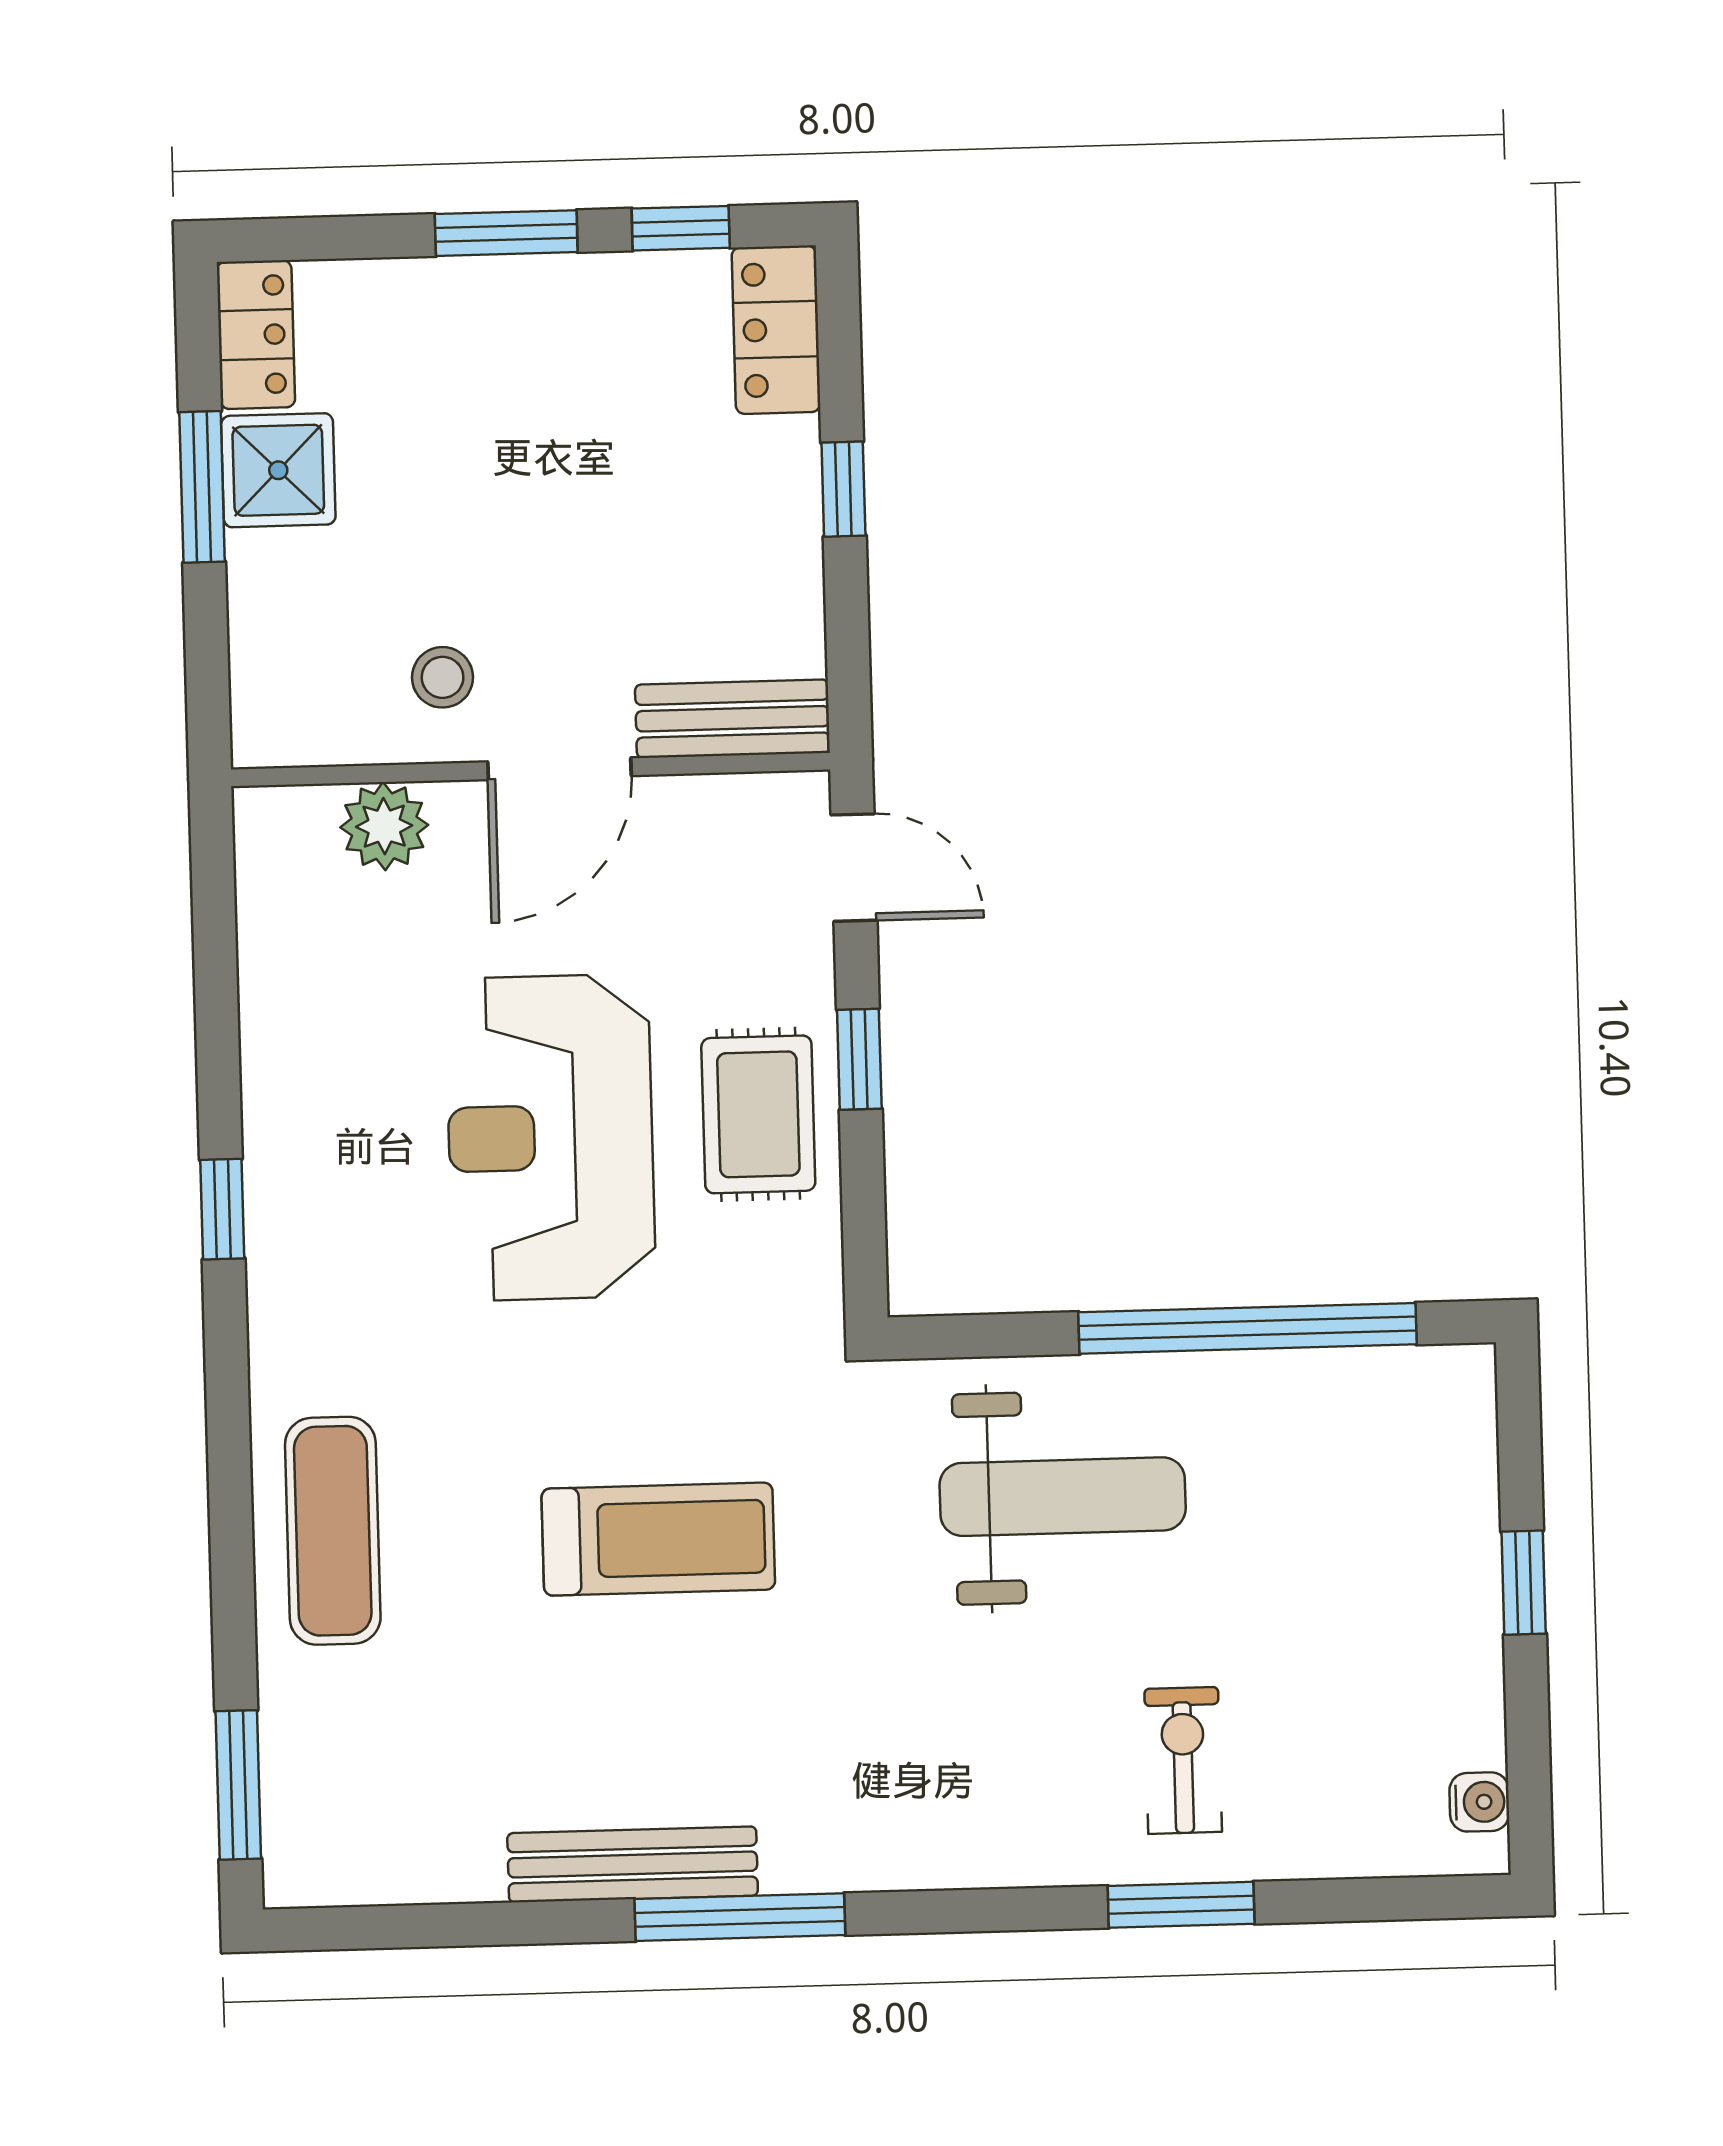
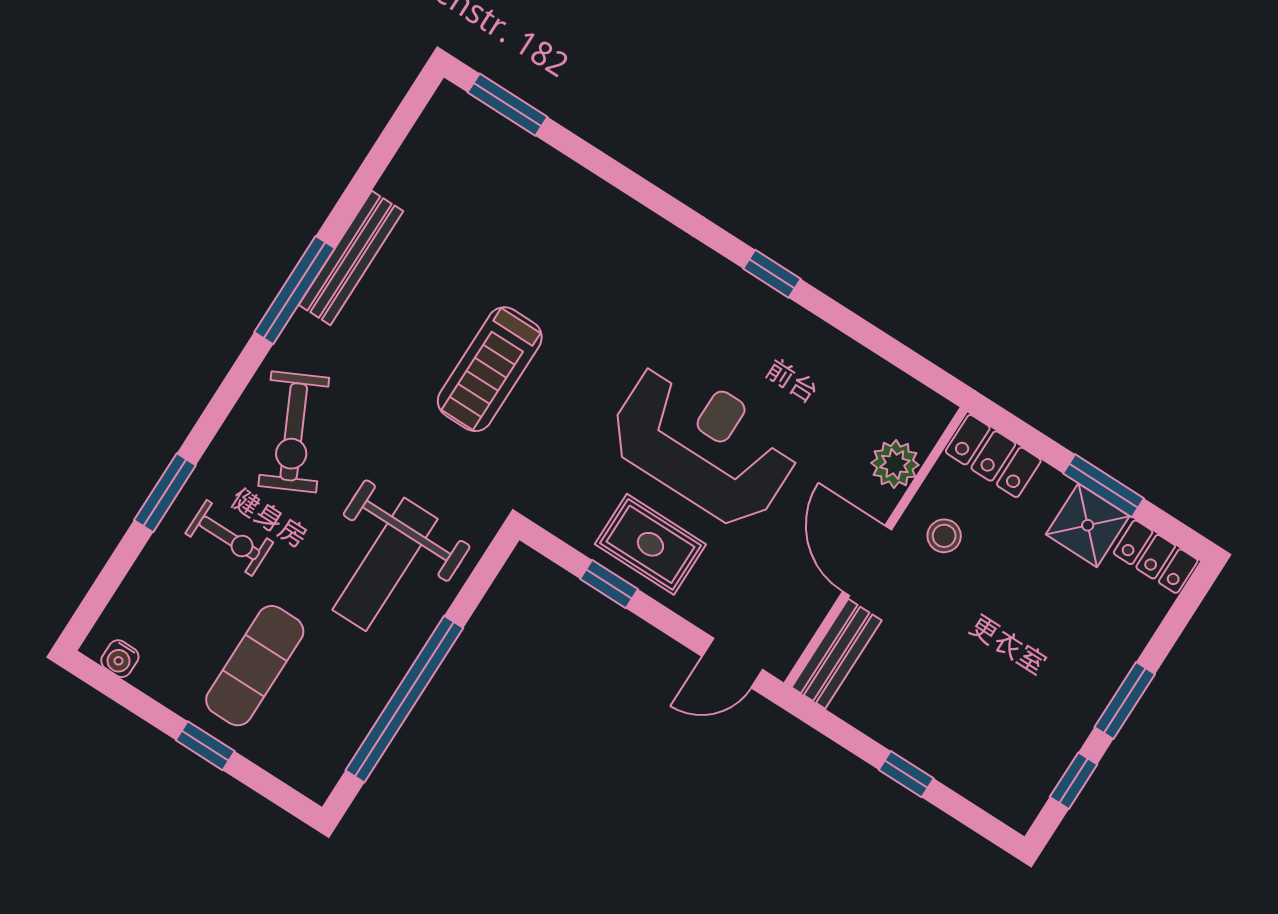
locker: (776, 330) -> (993, 456), moved, turned 180
window: (859, 1059) -> (609, 584), moved
exercise mat: (333, 1531) -> (255, 666), moved, turned 90
exercise bike: (956, 1772) -> (294, 432), added

